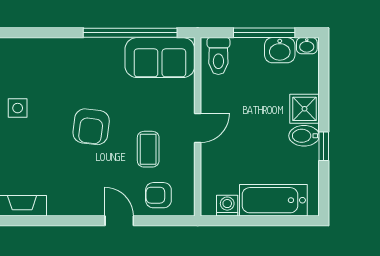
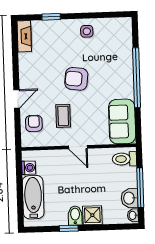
window: (130, 33) -> (137, 78), moved
coffee table: (148, 149) -> (63, 116), turned 90

